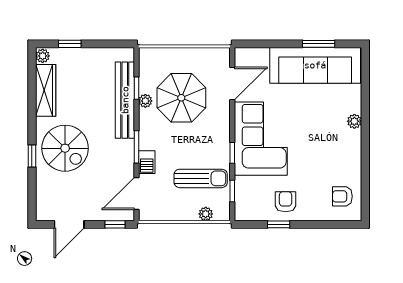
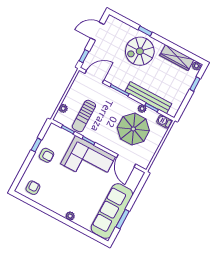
barbecue: (147, 162) -> (164, 121), moved
door: (136, 194) -> (94, 77), hinge flipped
door: (69, 224) -> (97, 31), hinge flipped

